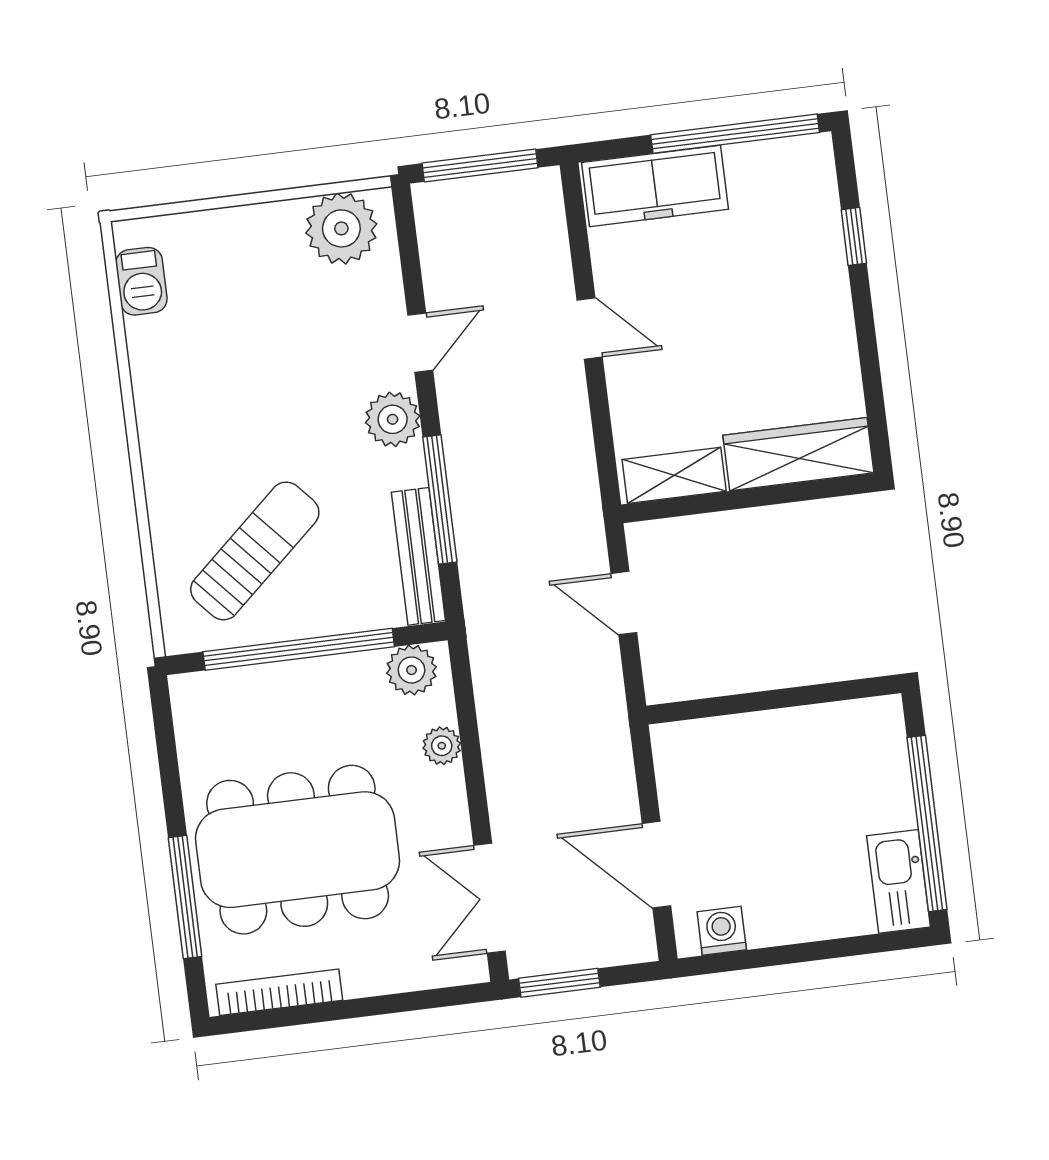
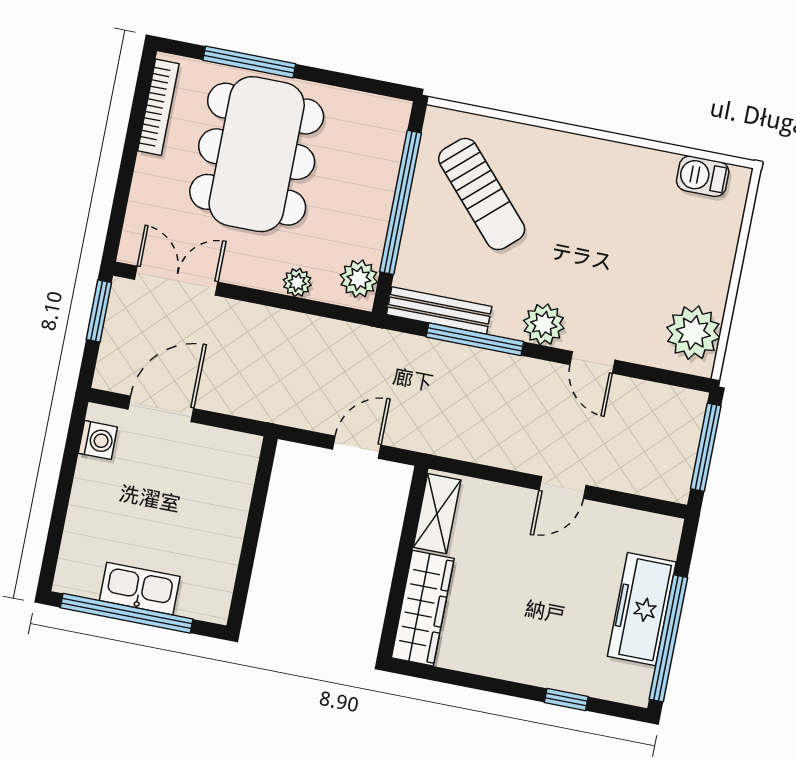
freezer: (655, 186) -> (642, 609), moved
kitchen sink: (899, 881) -> (140, 589), moved

